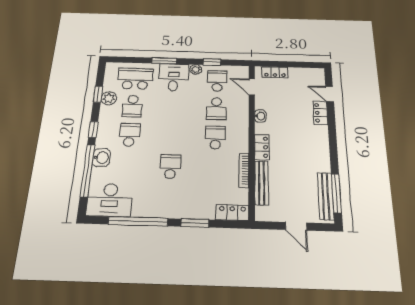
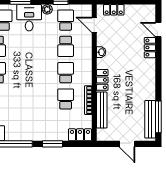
school desk: (170, 167) -> (66, 99), moved

